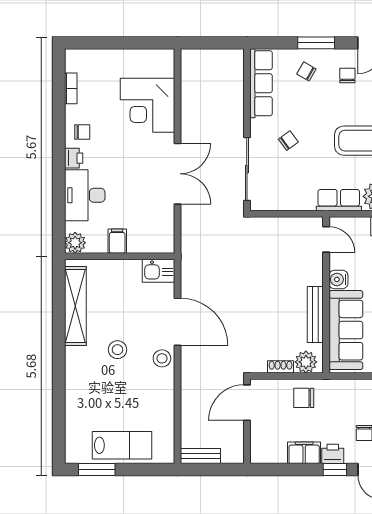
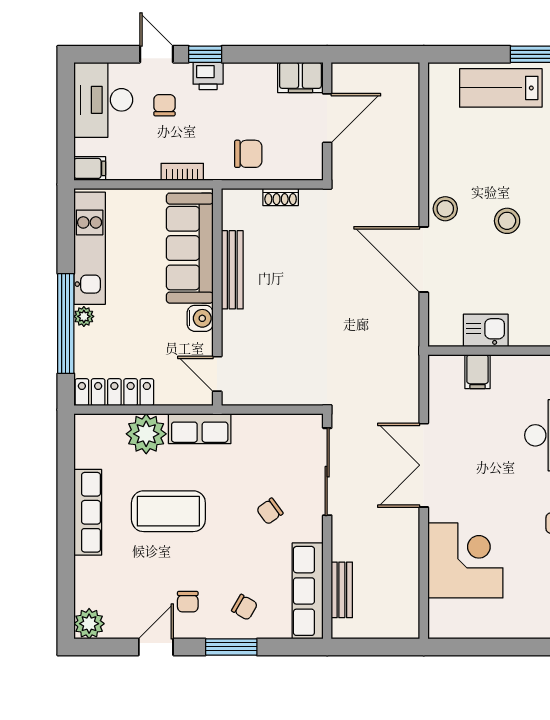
filing cabinet: (117, 241) -> (478, 372), moved
kitchen sink: (158, 271) -> (486, 330), moved
plant: (306, 362) -> (245, 204), removed
bookcase: (351, 385) -> (182, 172), added
door: (247, 403) -> (327, 118), moved
filing cabinet: (304, 453) -> (300, 77), moved
bench: (200, 456) -> (342, 590), moved, turned 90

